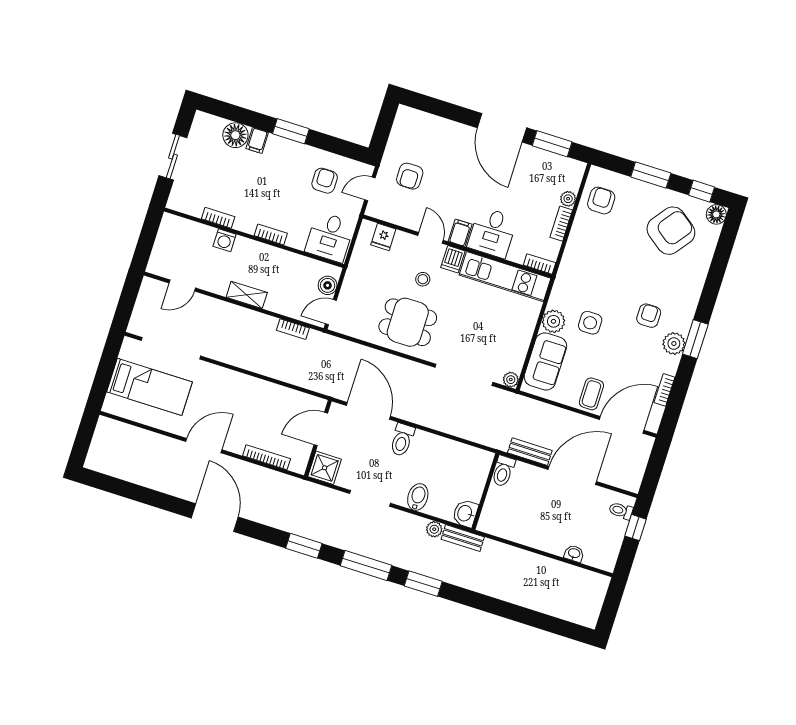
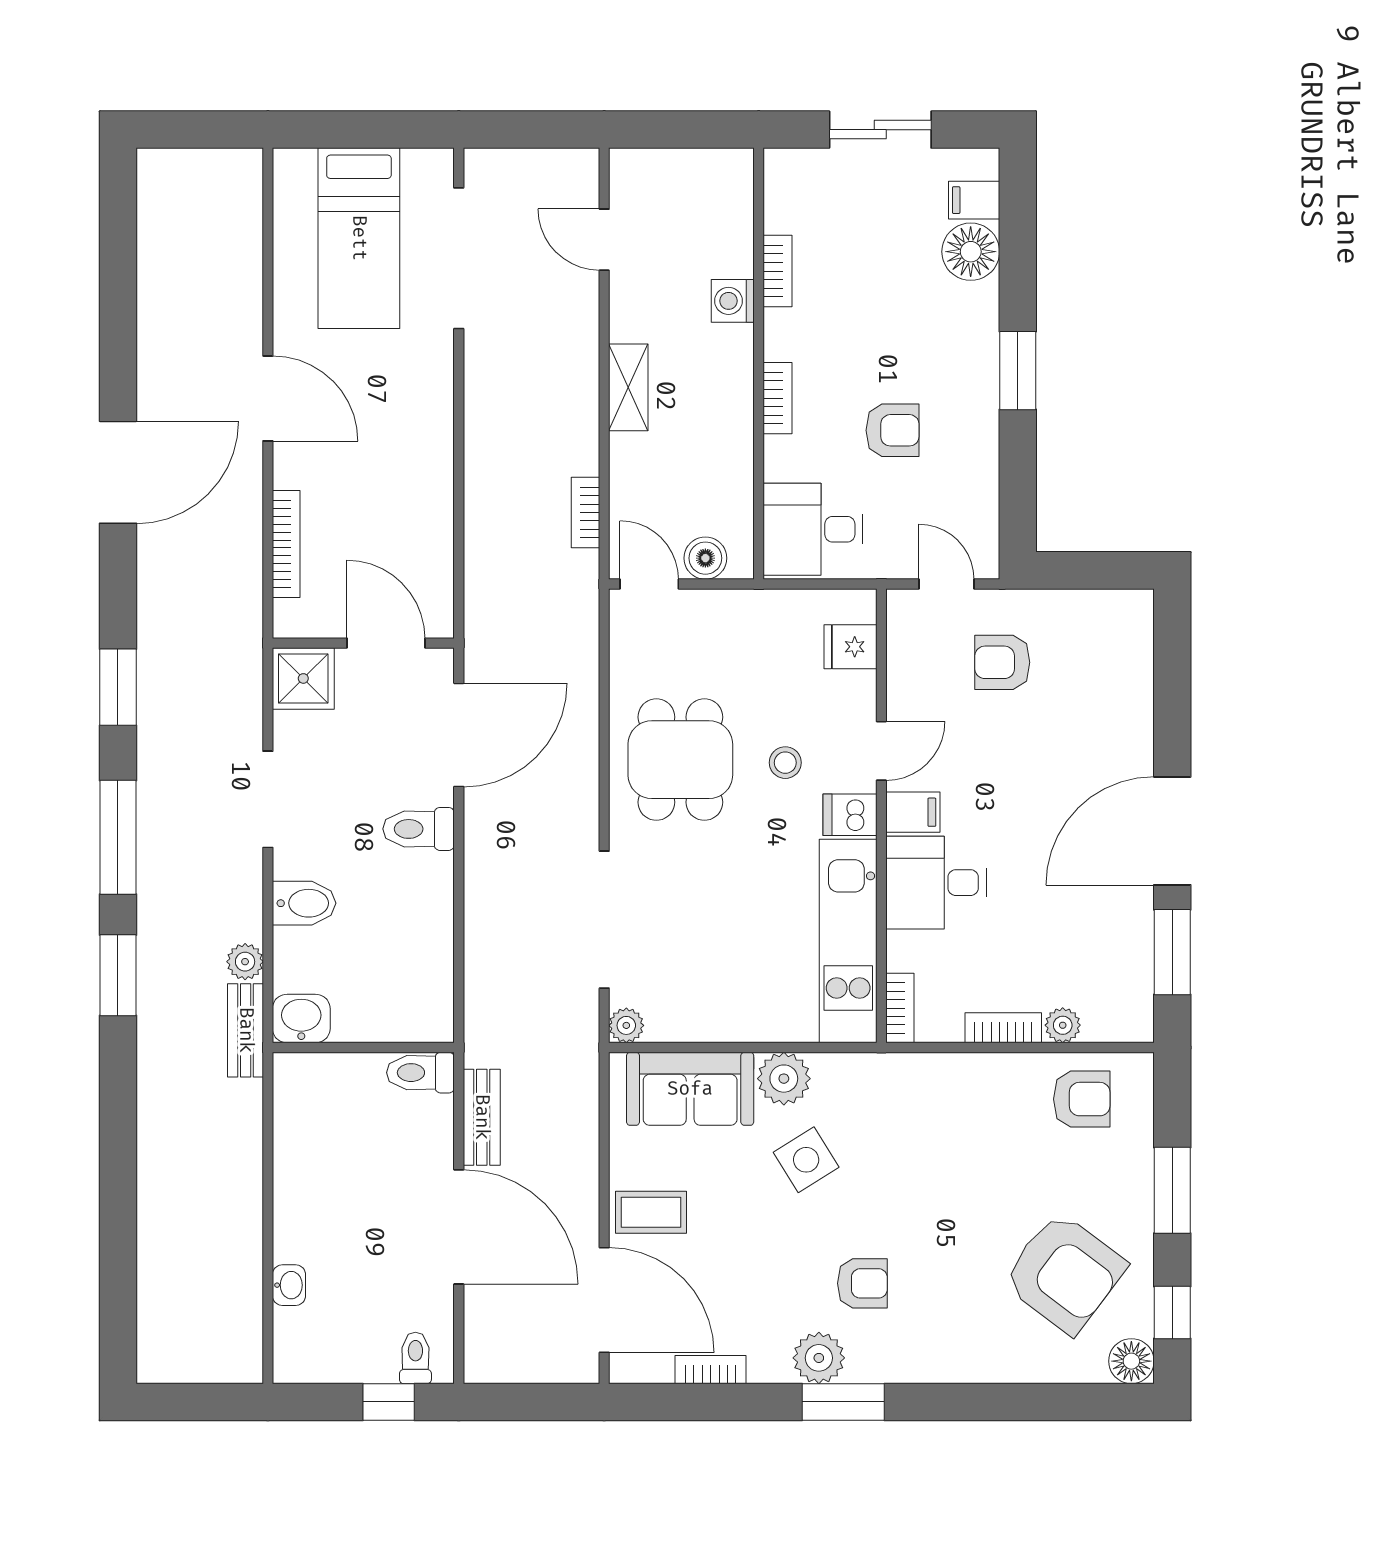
filing cabinet: (257, 141) -> (974, 200), moved
armchair: (325, 181) -> (893, 430), moved
side table: (590, 323) -> (806, 1160), turned -32

